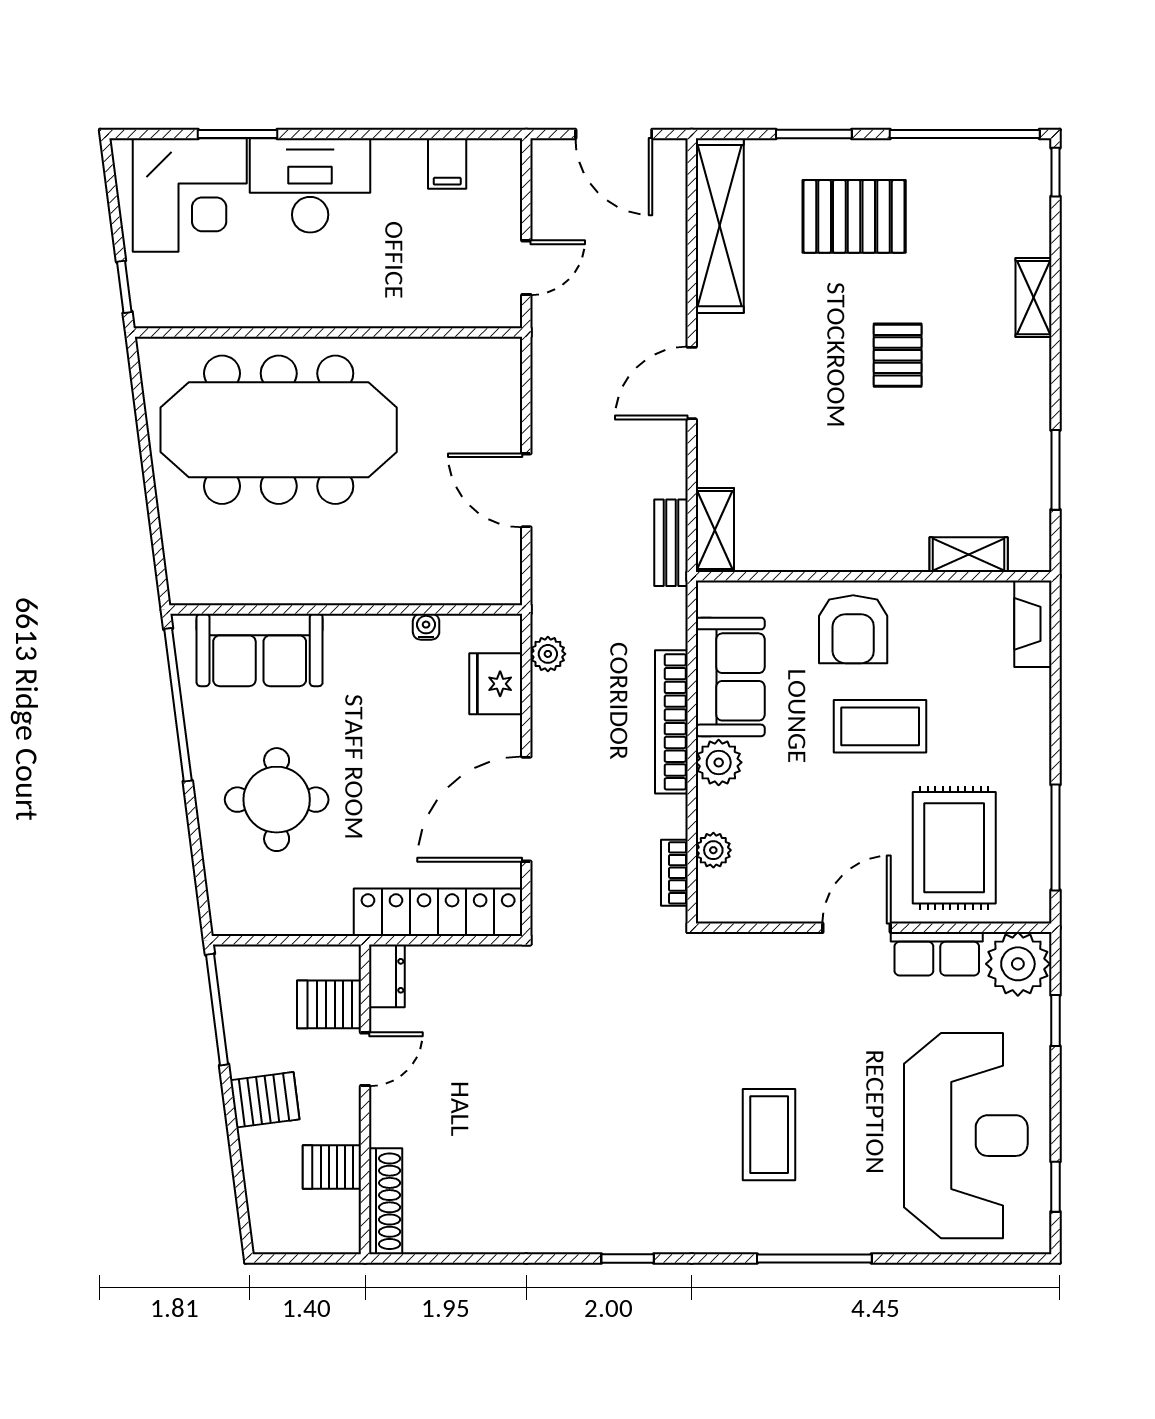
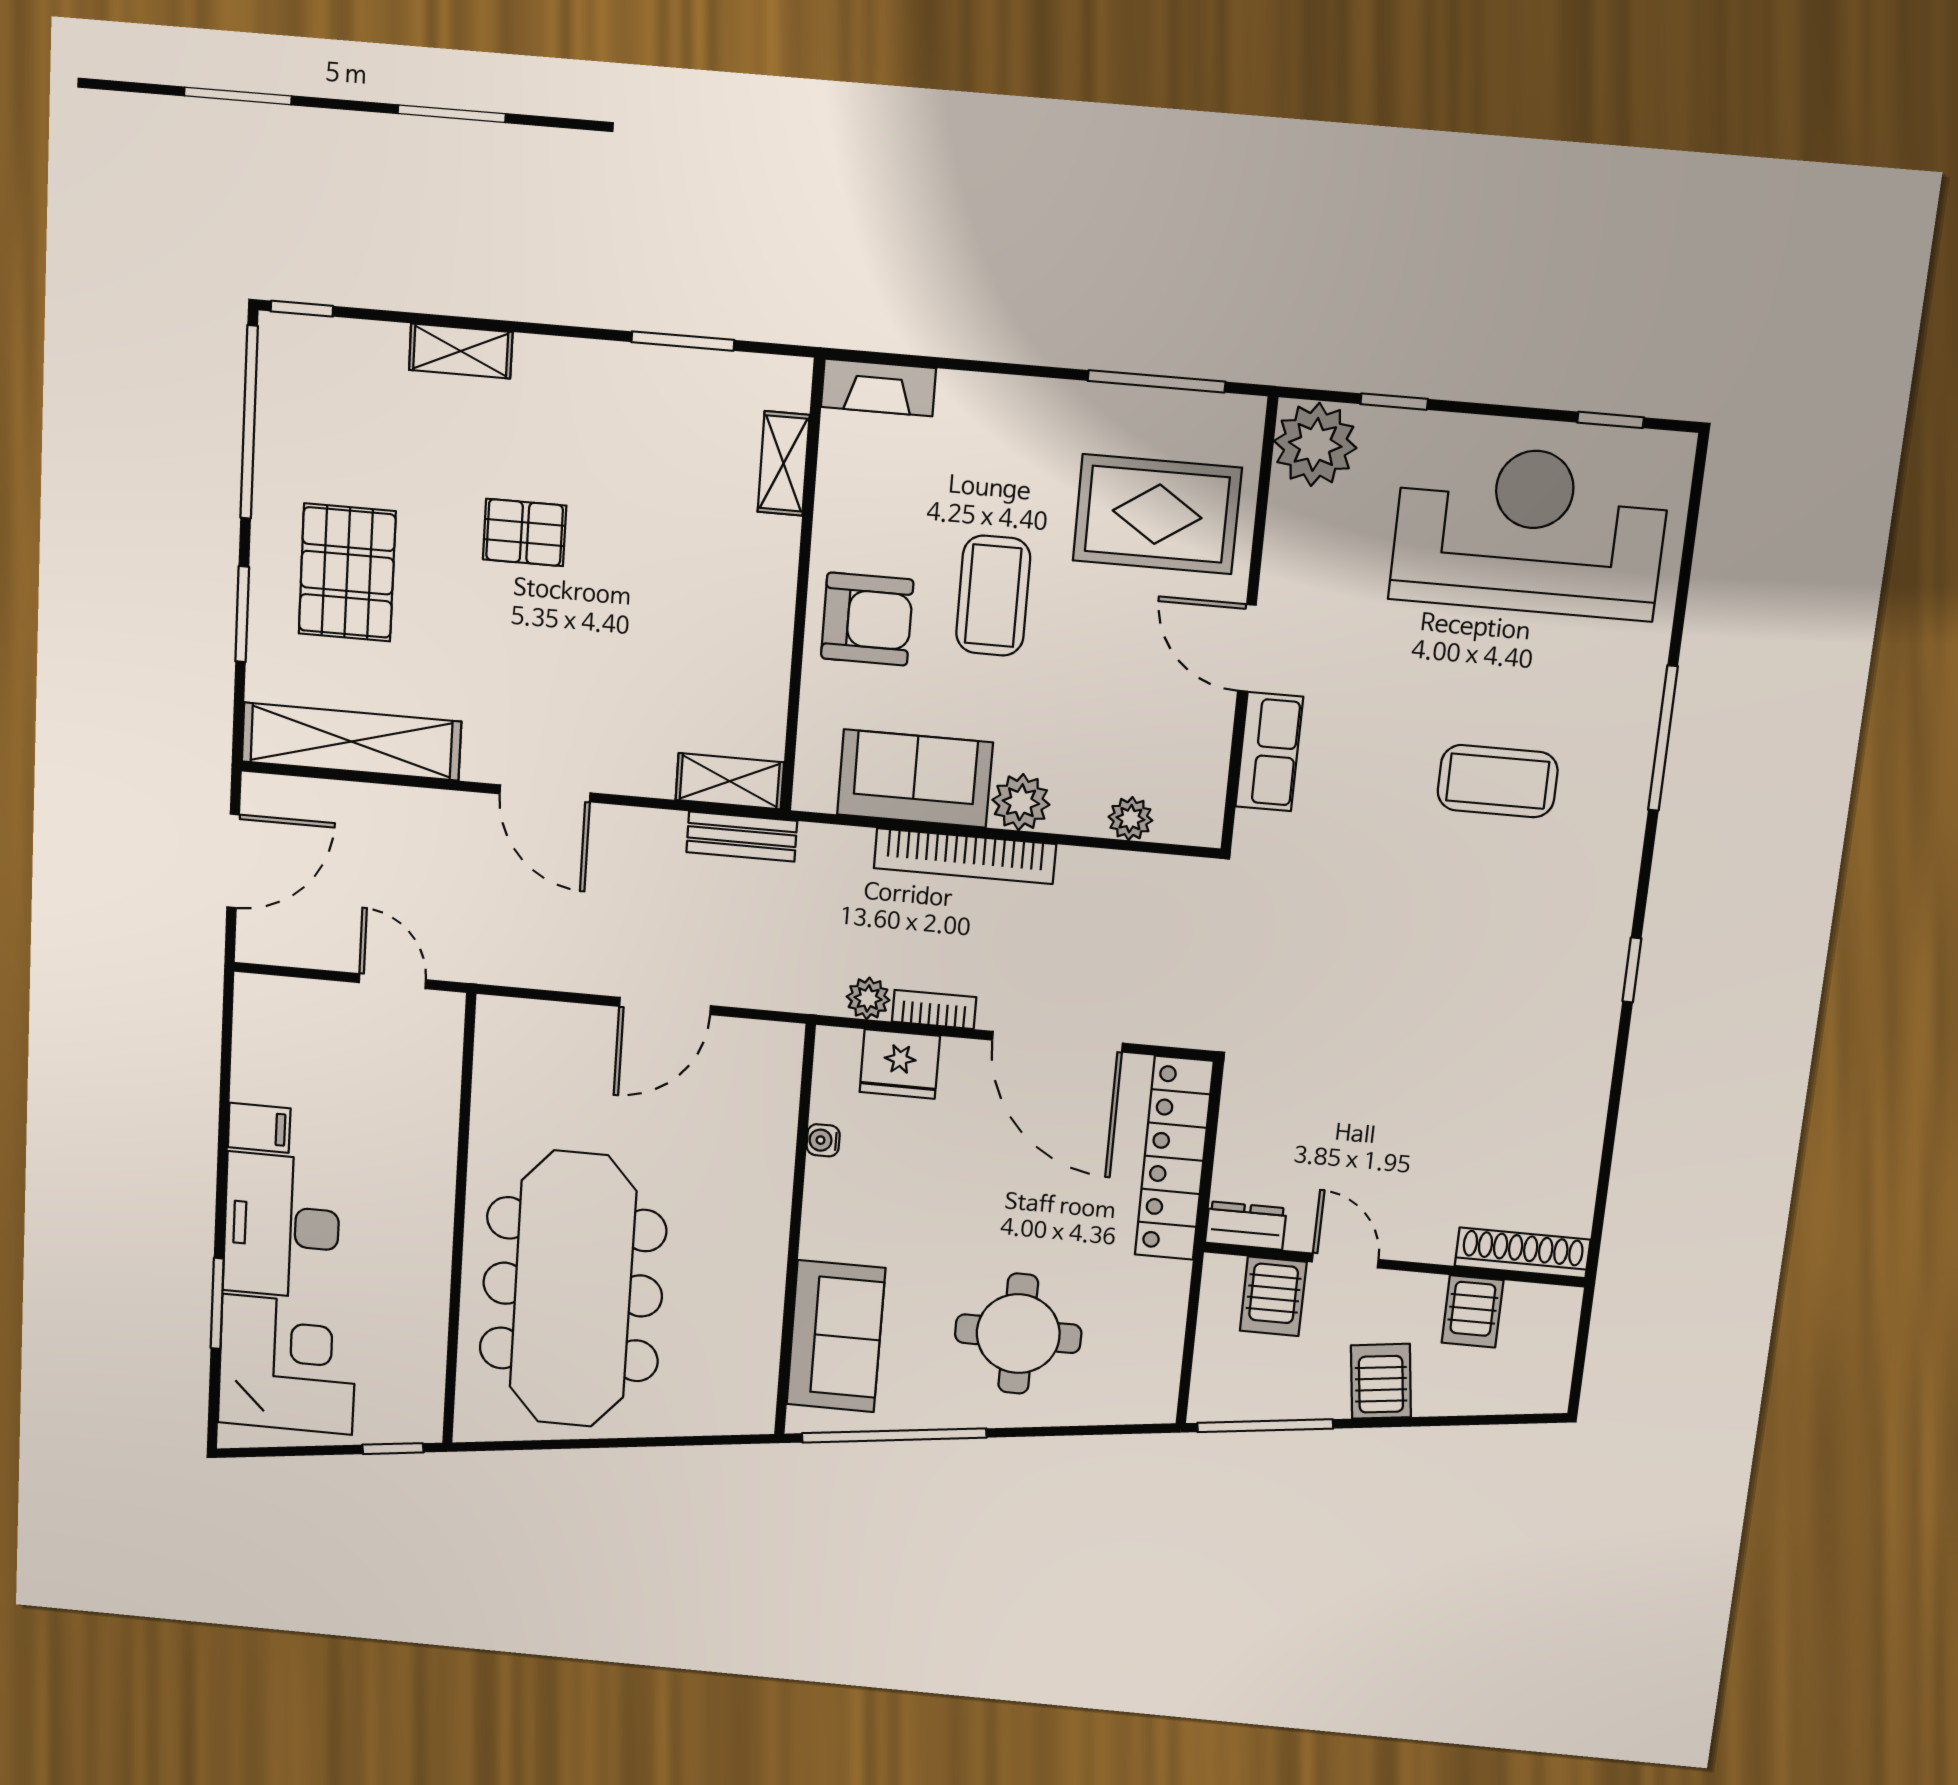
filing cabinet: (447, 163) -> (259, 1128), moved
bookcase: (674, 873) -> (934, 1009), moved, turned 180
row of seats: (937, 954) -> (1269, 752), moved

